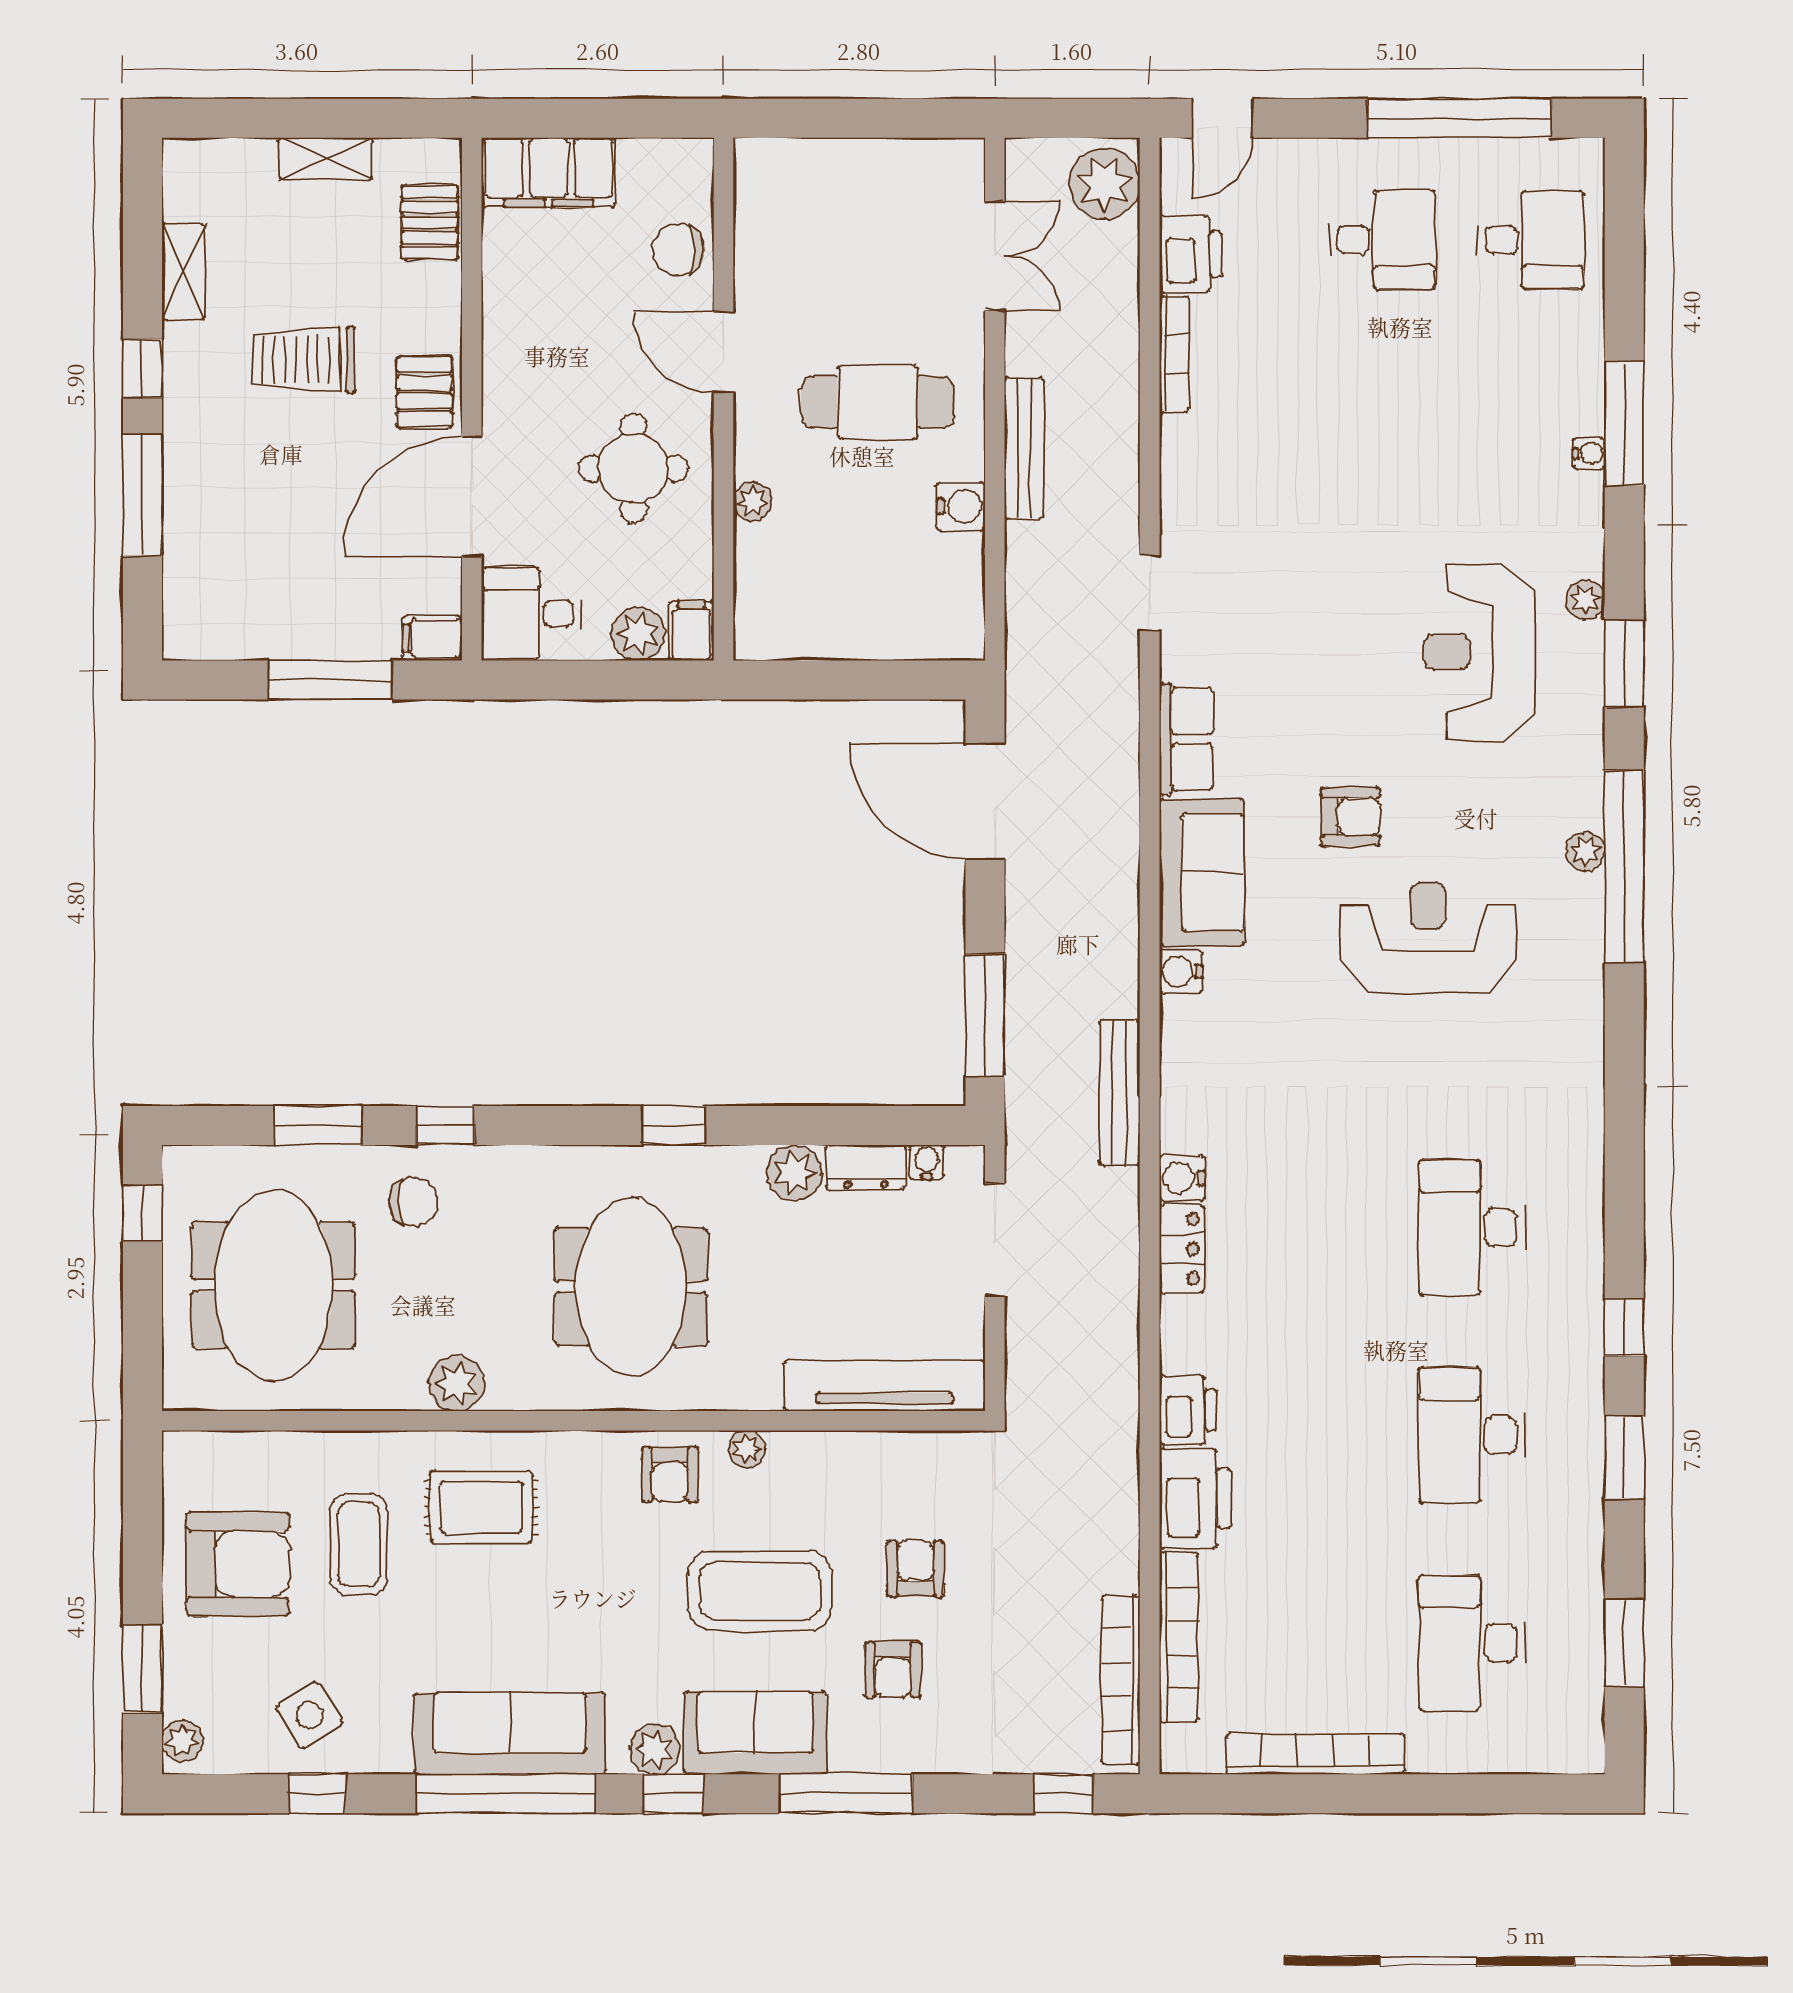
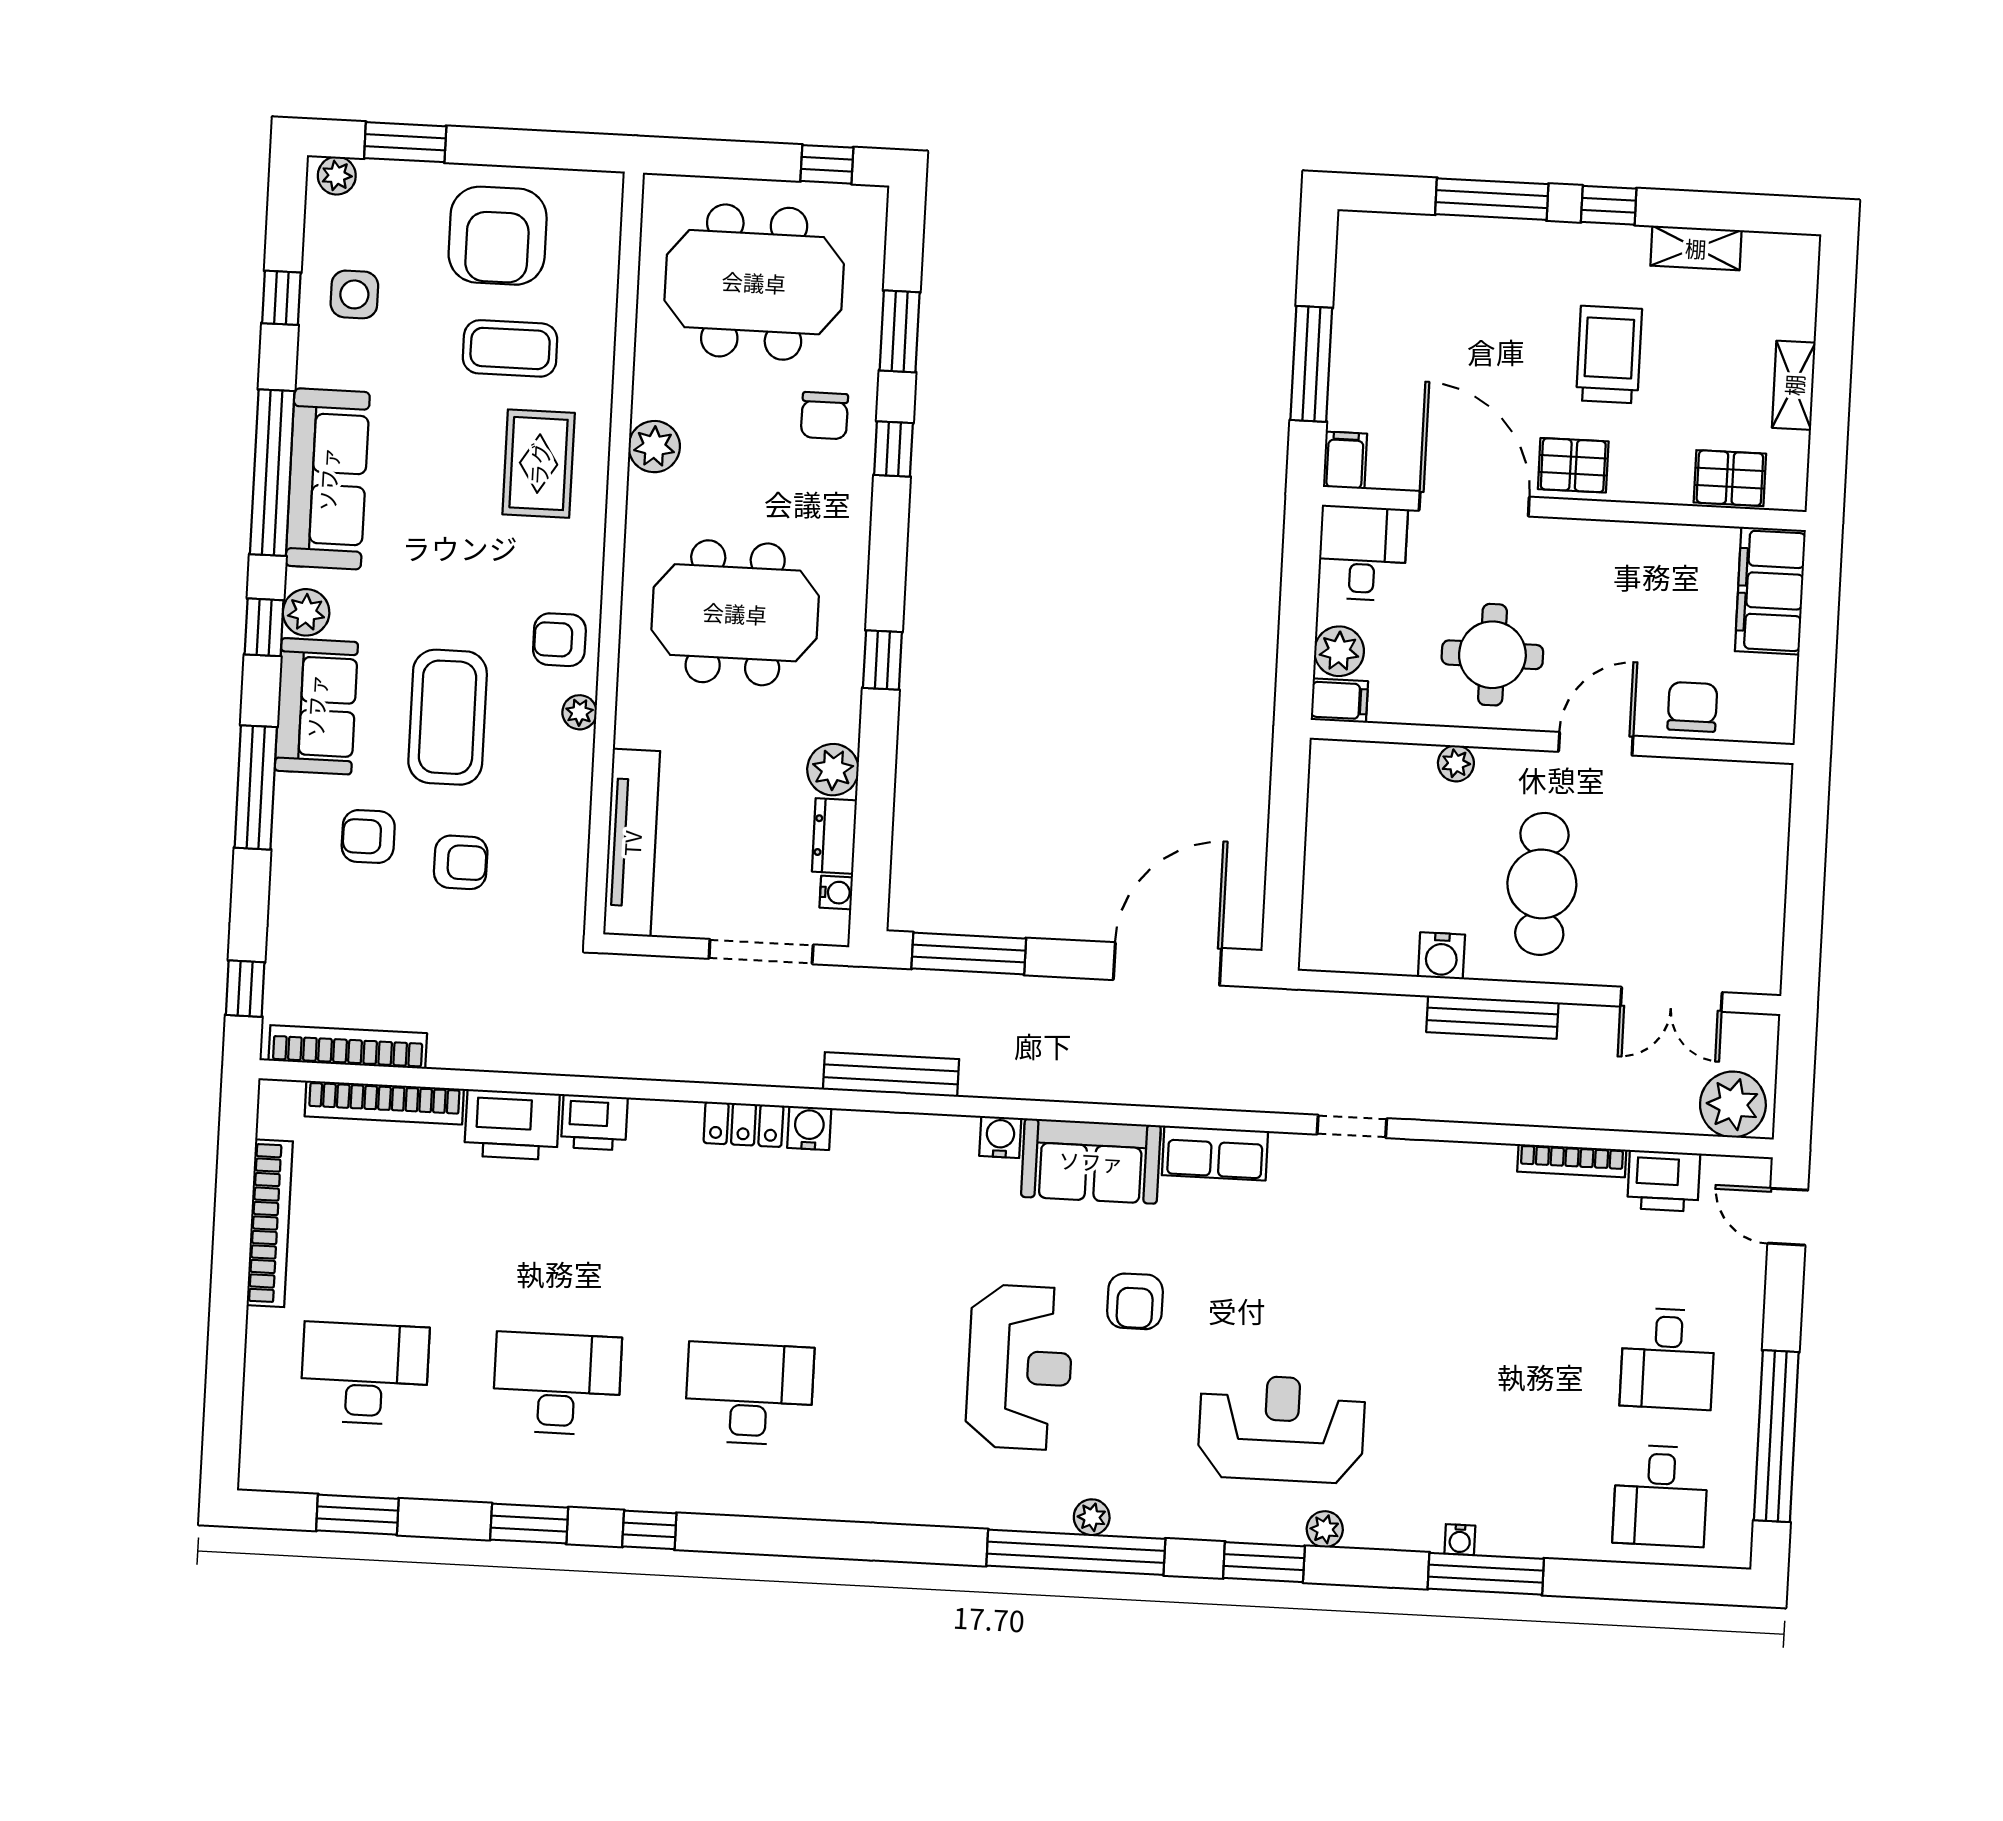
side table: (309, 1715) -> (354, 294), turned 33

